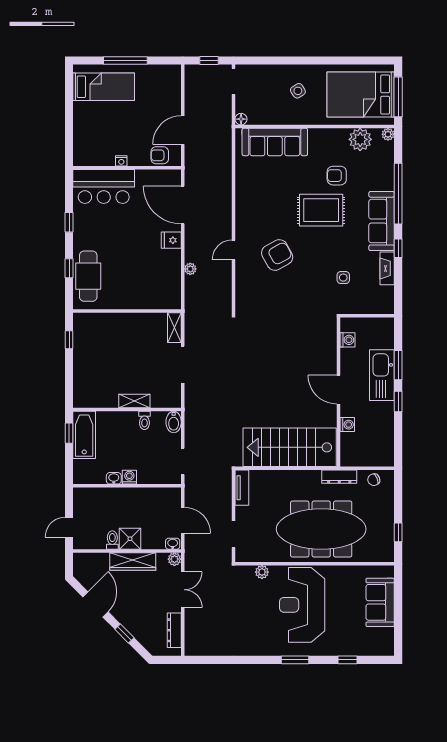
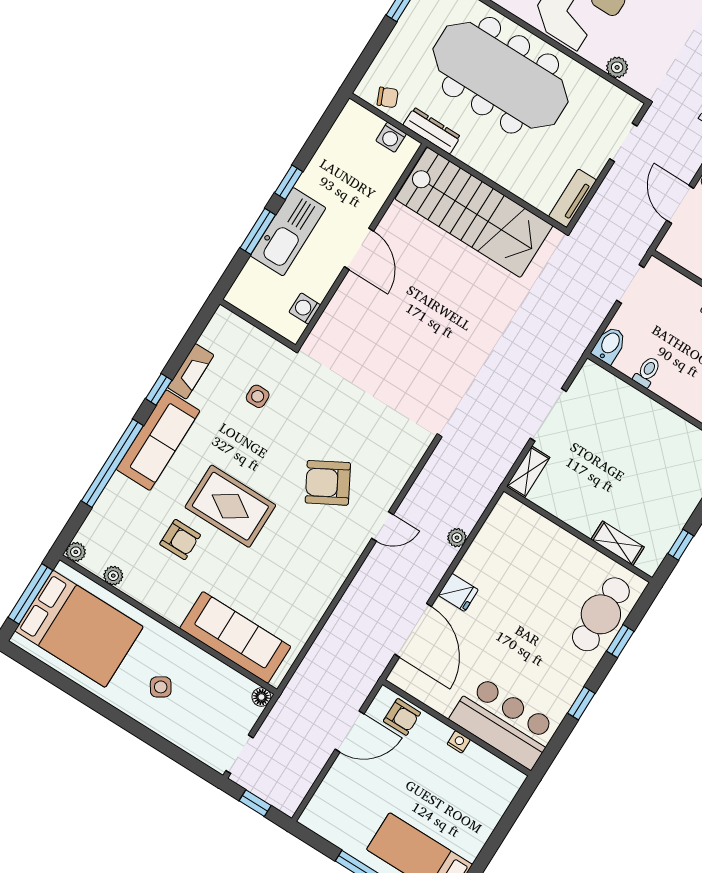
plant: (360, 139) -> (113, 576), width x0.53, depth x0.53
shelving: (134, 401) -> (618, 543), moved
washing machine: (347, 425) -> (391, 137), moved, turned -90

